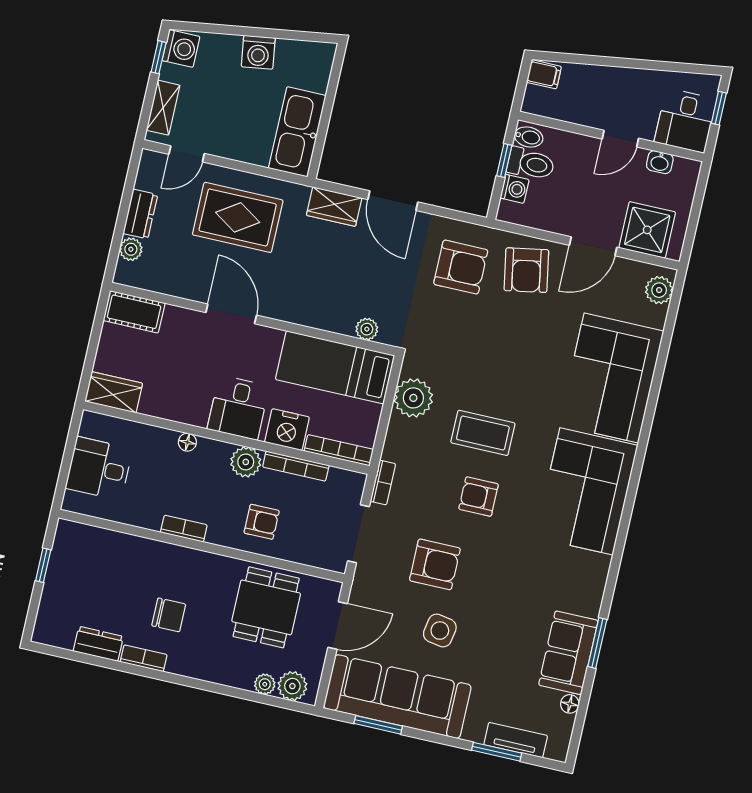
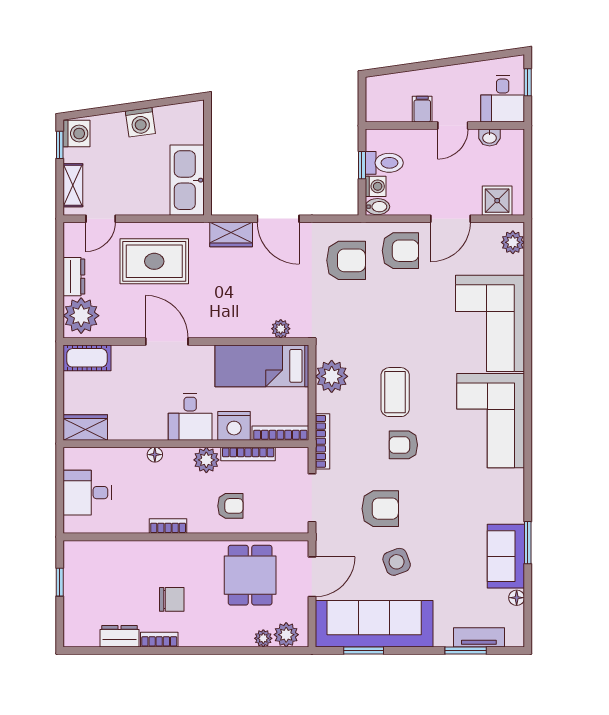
filing cabinet: (544, 74) -> (422, 109), moved, turned -90
bidet: (529, 137) -> (377, 207), moved
shower: (647, 230) -> (497, 201), width x0.73, depth x0.73
plant: (131, 249) -> (81, 316), width x1.87, depth x1.87
armchair: (526, 270) -> (400, 251), turned -80
coffee table: (483, 433) -> (395, 392), turned 90
bookcase: (383, 483) -> (322, 441), width x1.56
side table: (440, 631) -> (397, 562), turned -30

